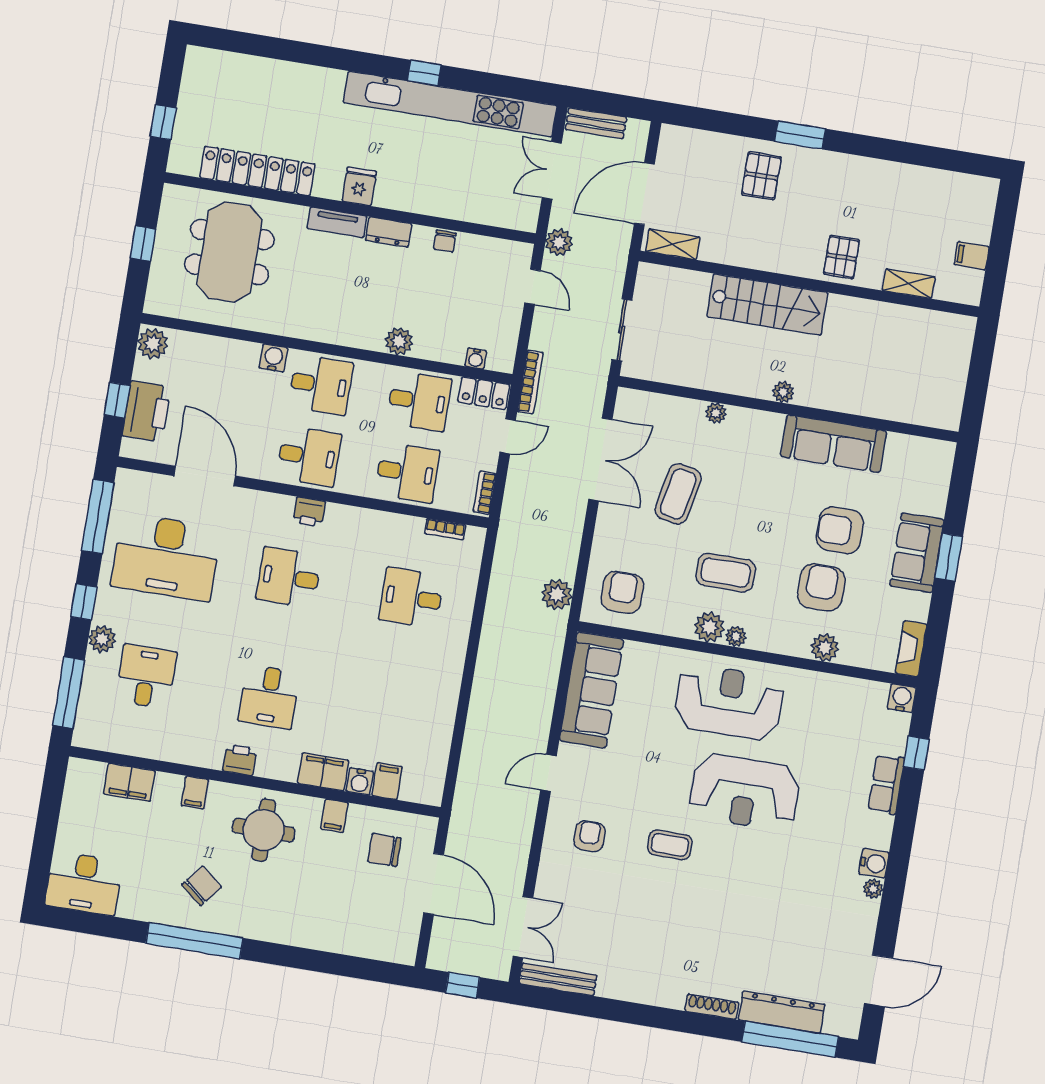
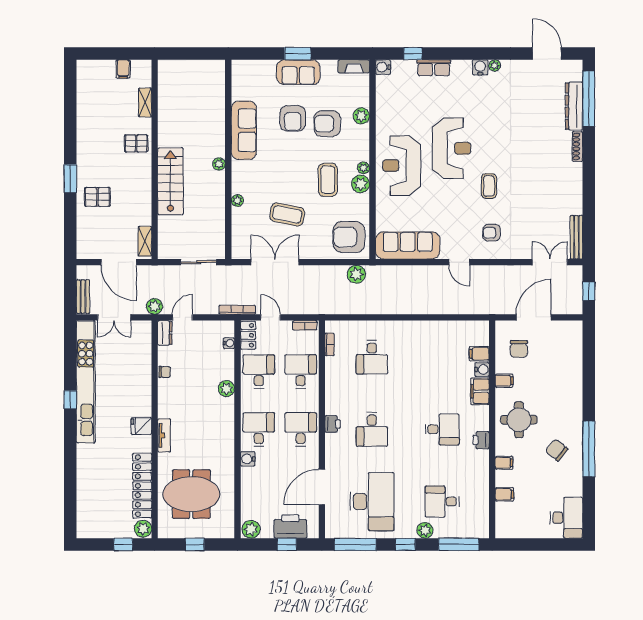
plant: (184, 160) -> (143, 529), added
dresser: (389, 232) -> (165, 333), moved
armchair: (622, 592) -> (349, 237), width x1.36, depth x1.36
filing cabinet: (129, 782) -> (504, 494), width x0.50

